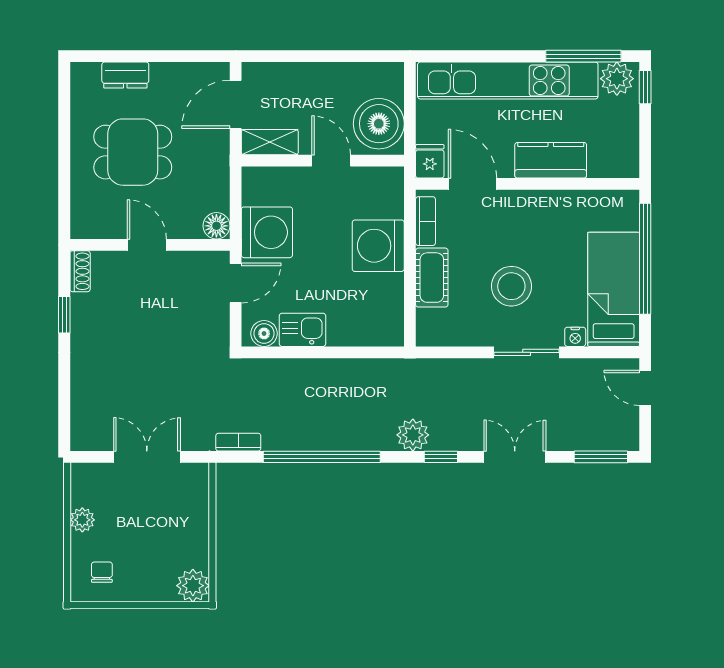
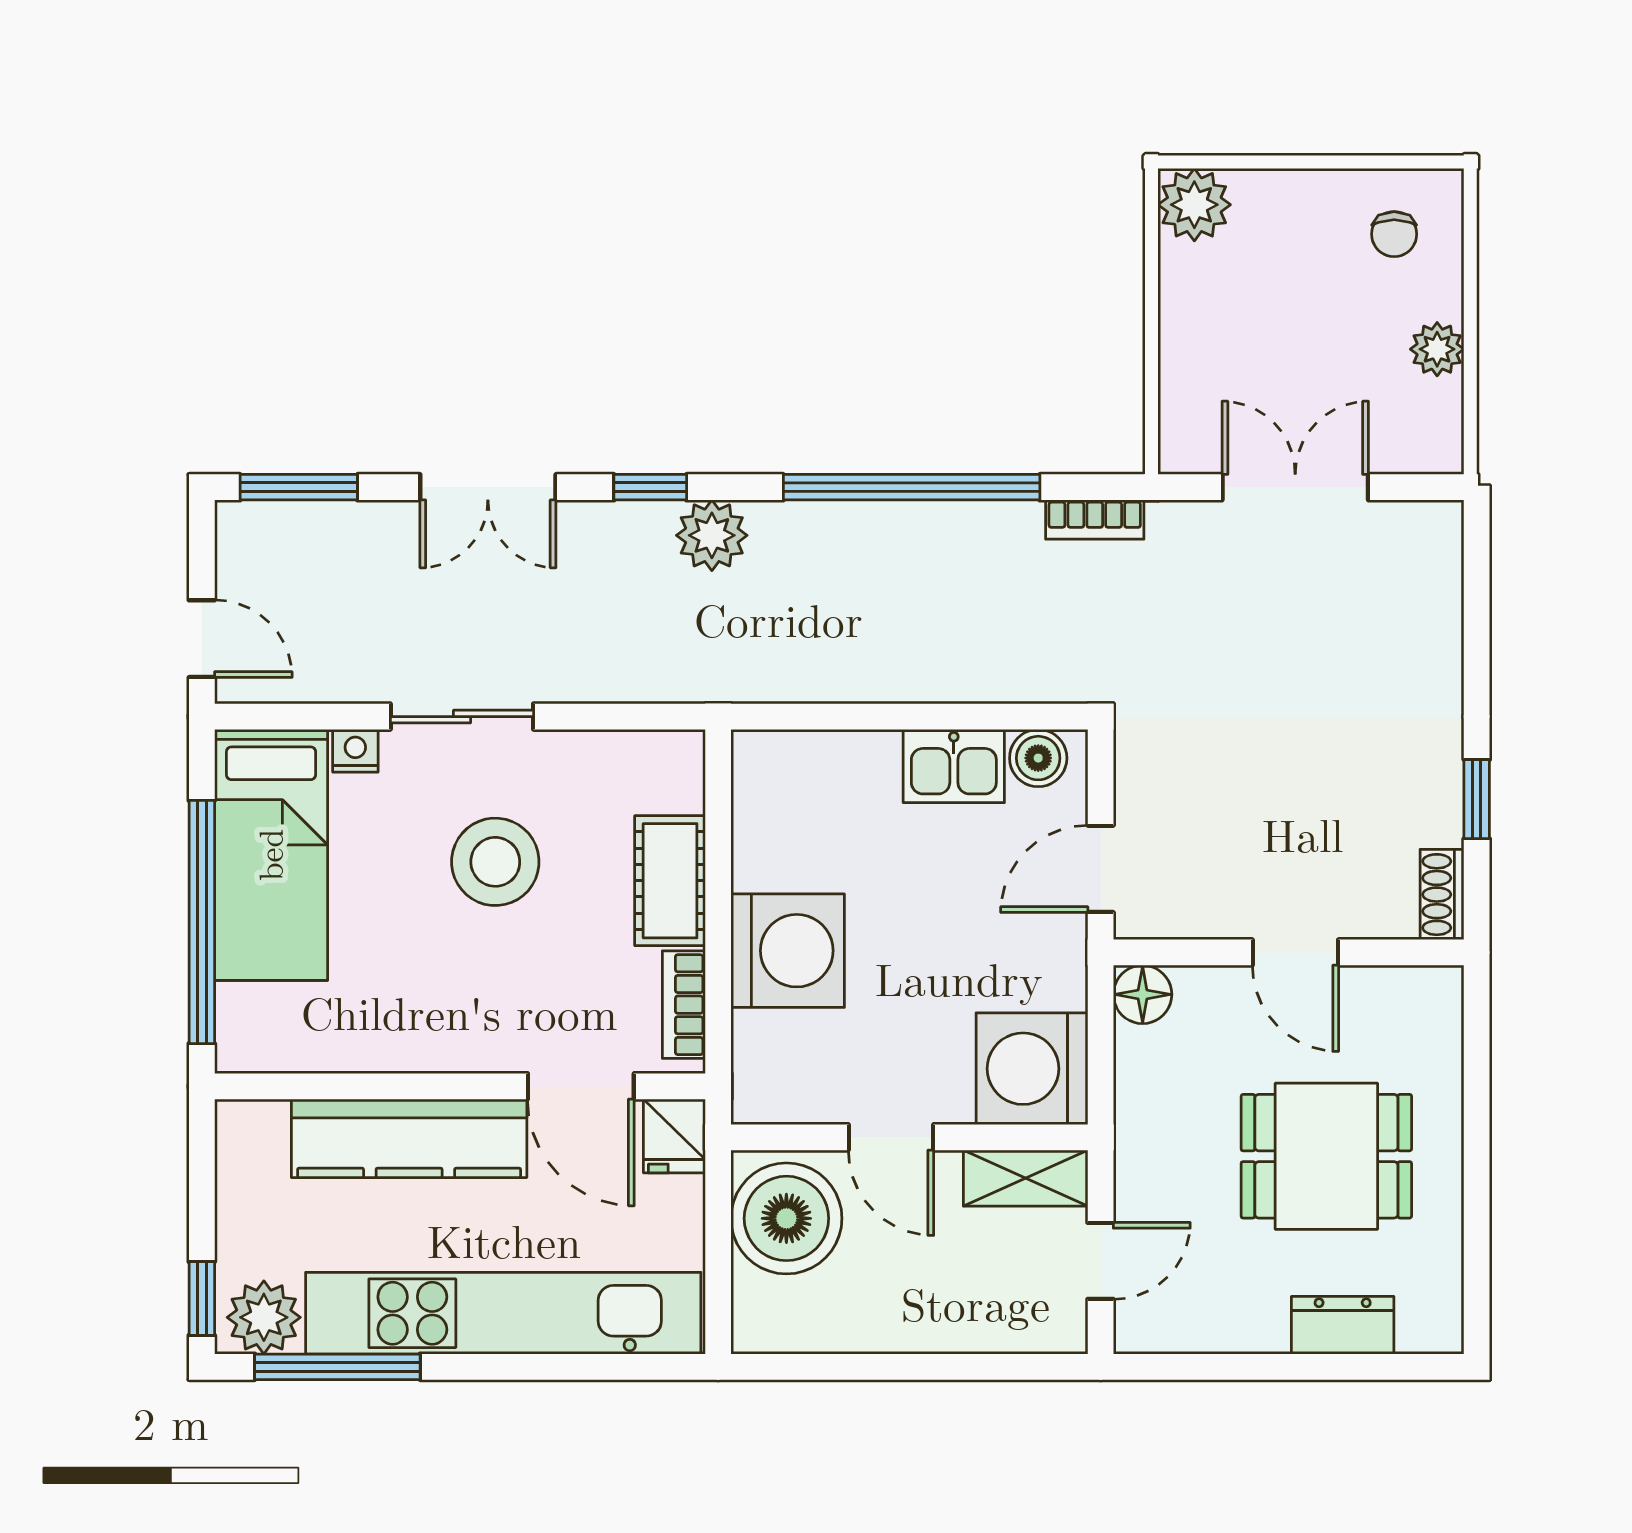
door: (236, 104) -> (1101, 1261), width x0.73
kitchen counter: (551, 160) -> (409, 1138), width x1.50
washing machine: (267, 232) -> (1032, 1069), moved
double door: (147, 457) -> (1295, 487), swing flipped

